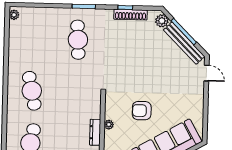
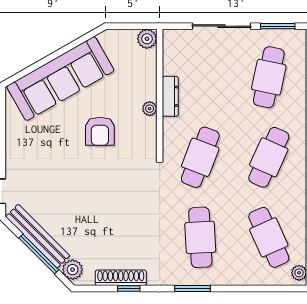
cafe table: (33, 38) -> (269, 237), added
cafe table: (32, 91) -> (269, 157), turned 36
cafe table: (77, 92) -> (200, 157), added
armchair: (142, 111) -> (100, 131), turned 90

